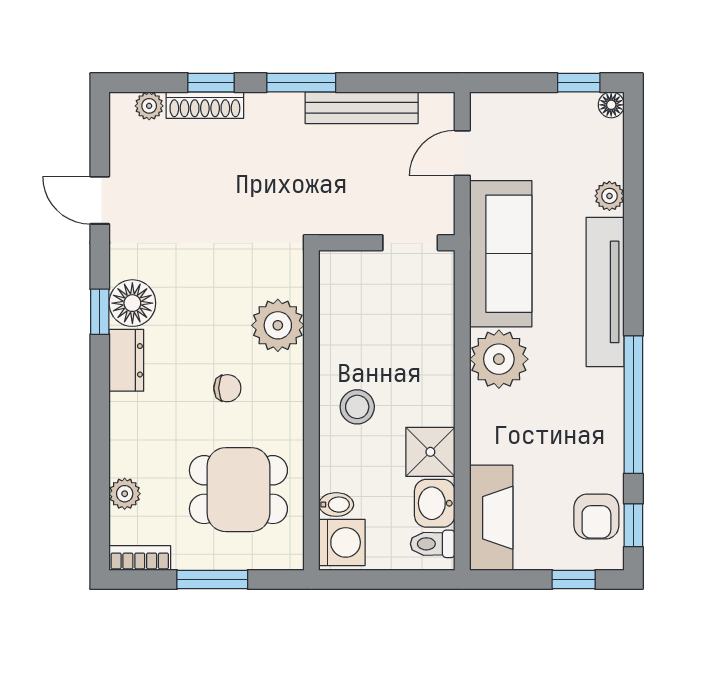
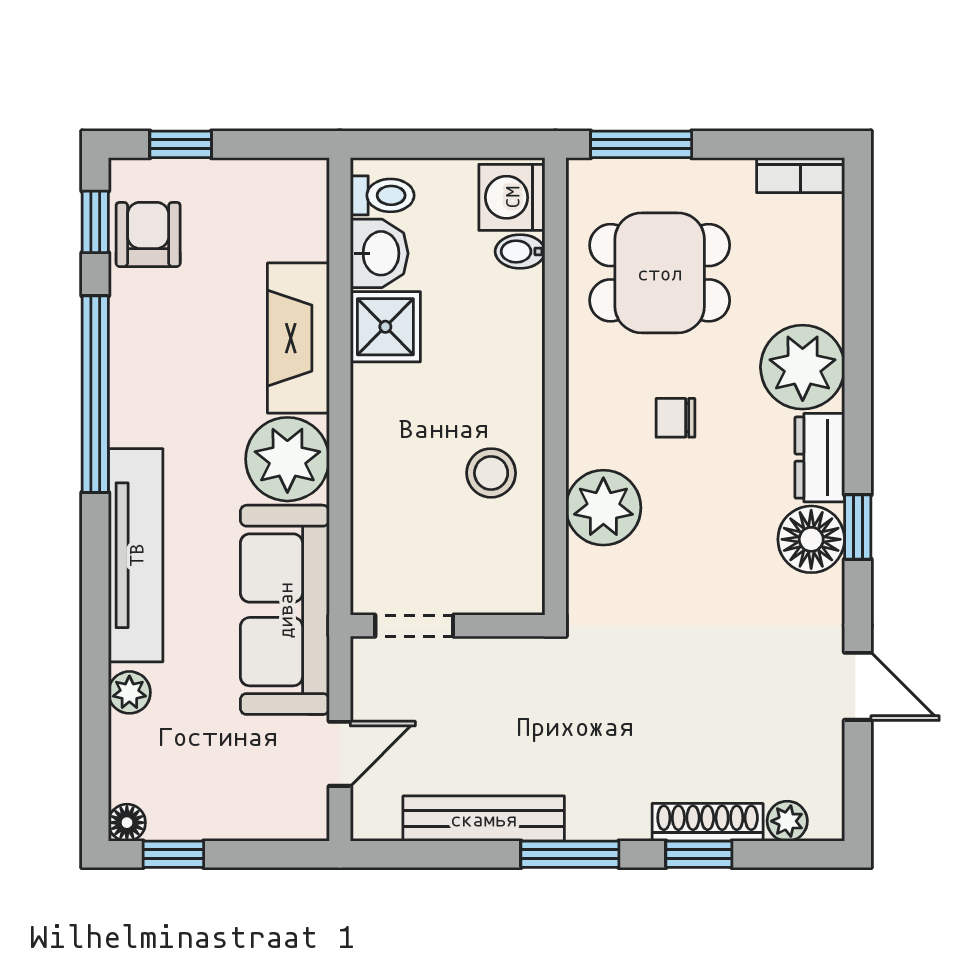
stool: (357, 407) -> (491, 473), moved
plant: (125, 494) -> (803, 367), moved, width x1.87, depth x1.87
fireplace: (491, 518) -> (298, 338), moved
window: (212, 579) -> (641, 144), moved

